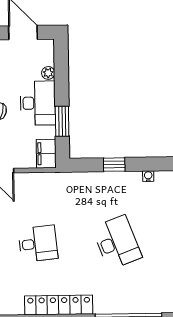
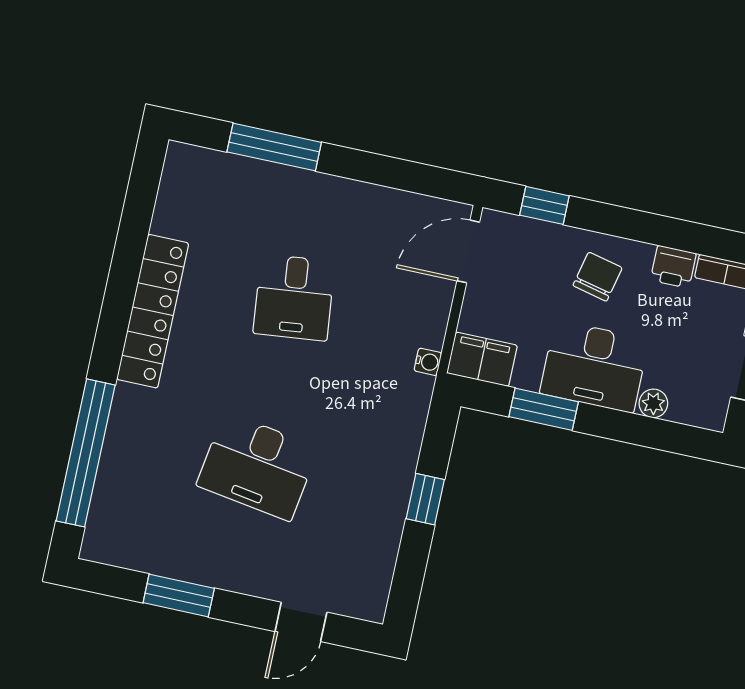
water cooler: (148, 176) -> (428, 362), moved
desk: (117, 242) -> (257, 466), turned 30

